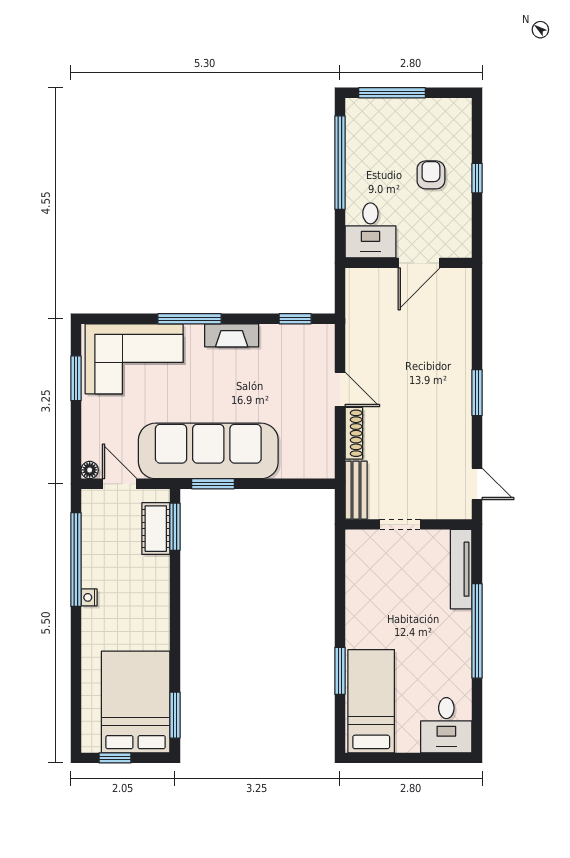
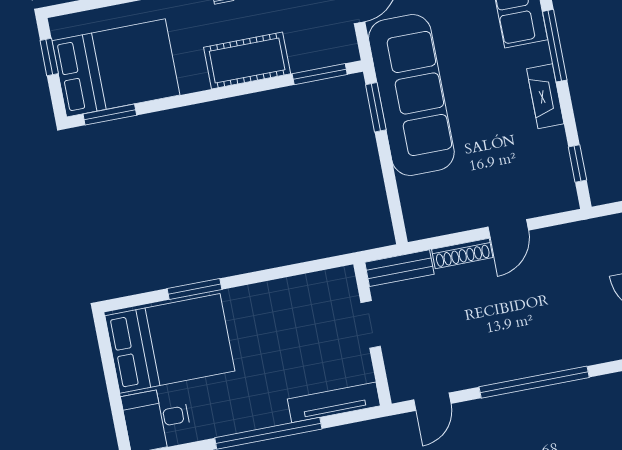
window: (477, 393) -> (534, 382), width x2.11
cot: (156, 529) -> (247, 60), moved, width x1.37, depth x1.34
bed: (371, 701) -> (170, 343), width x1.50

